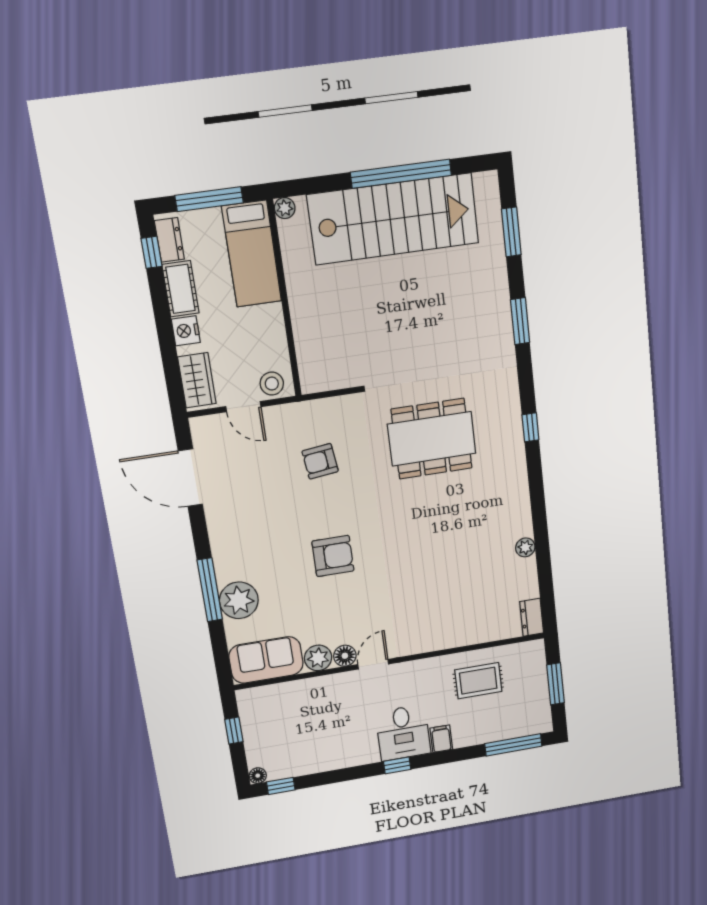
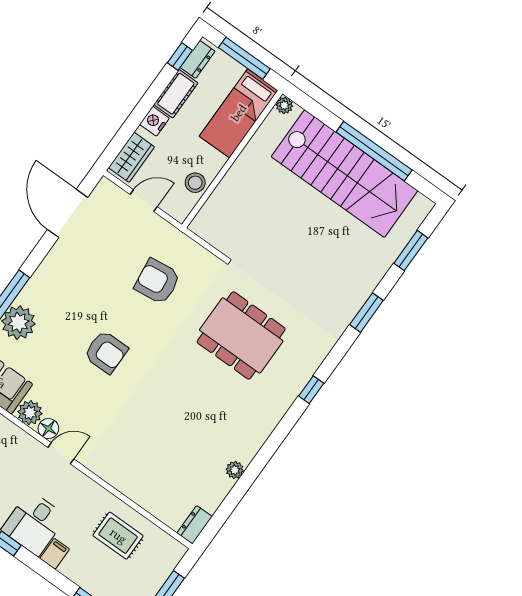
stool: (272, 384) -> (195, 183), moved
door: (243, 407) -> (144, 201), swing flipped
armchair: (320, 461) -> (157, 281), width x1.38, depth x1.38

